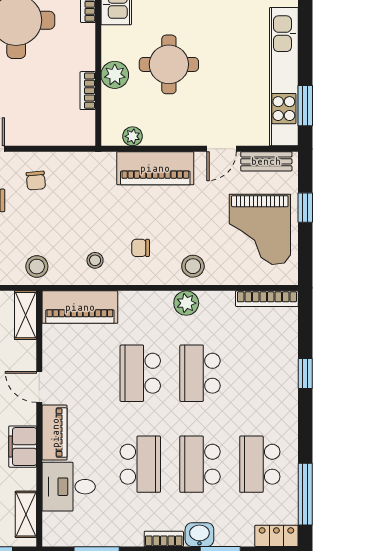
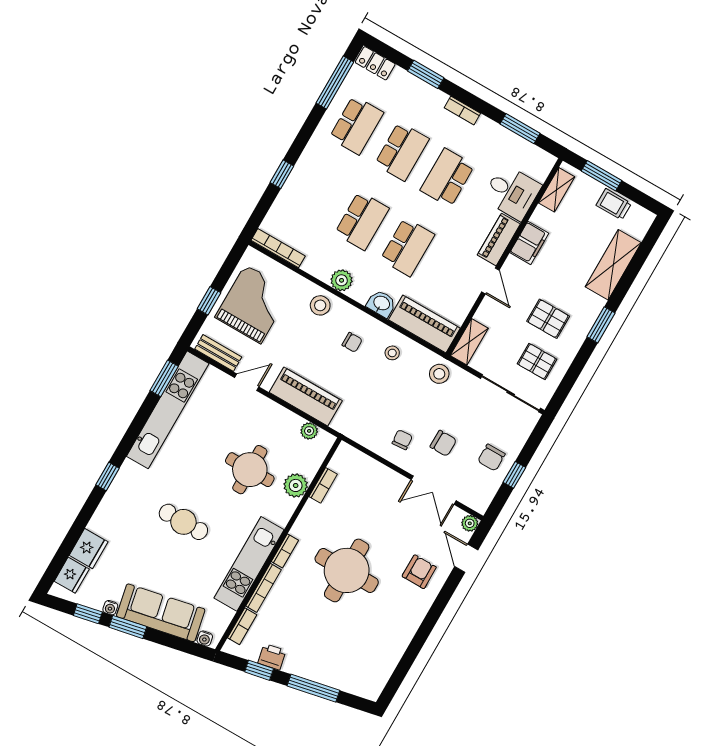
washbasin: (199, 535) -> (381, 304), moved, turned 180

